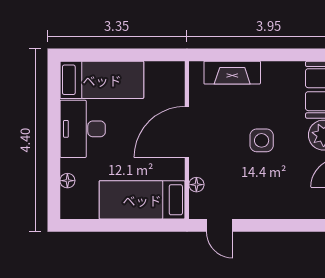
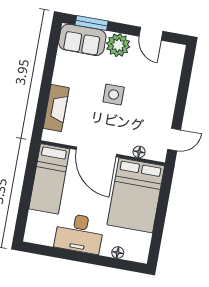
bed: (102, 80) -> (49, 179), moved, turned 180
bed: (142, 200) -> (136, 195), width x1.50

